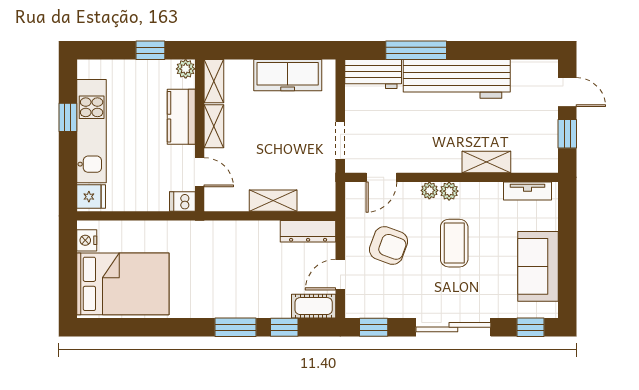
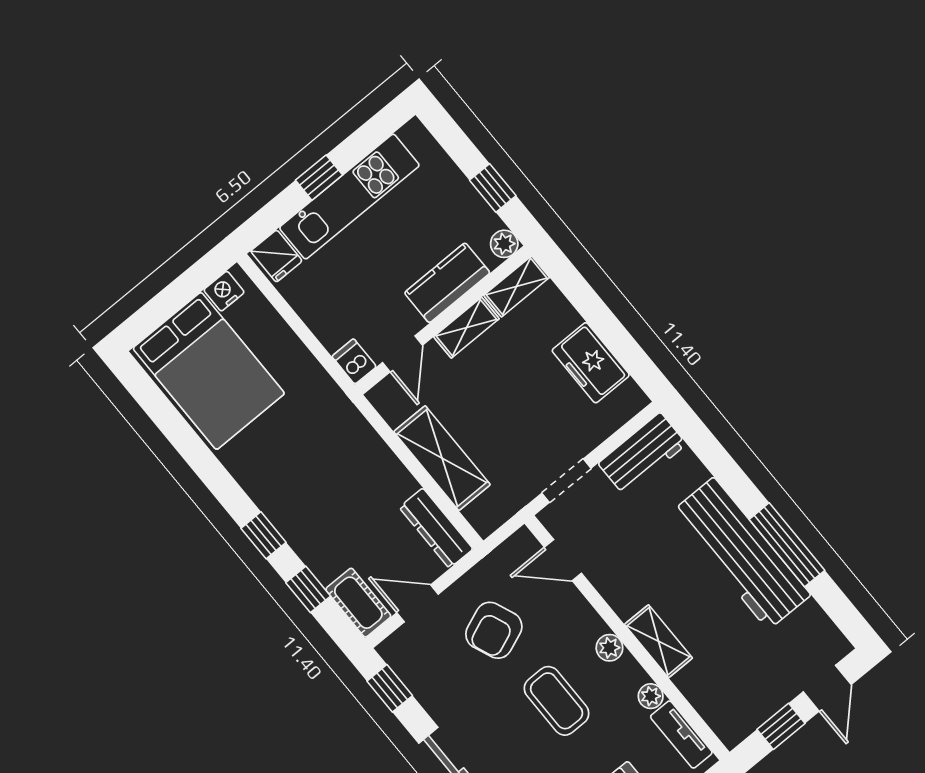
window: (416, 50) -> (787, 545), moved
workbench: (373, 74) -> (642, 454), moved, turned -90
freezer: (288, 75) -> (591, 363), width x0.71
window: (68, 117) -> (319, 178), moved
shelving: (486, 162) -> (658, 641), moved
plant: (429, 190) -> (651, 696), moved
shelving: (273, 201) -> (442, 458), width x1.50, depth x1.33
coffee table: (454, 243) -> (557, 701), turned 90
armchair: (389, 245) -> (494, 630), turned 48
window: (235, 327) -> (264, 535), width x0.67

